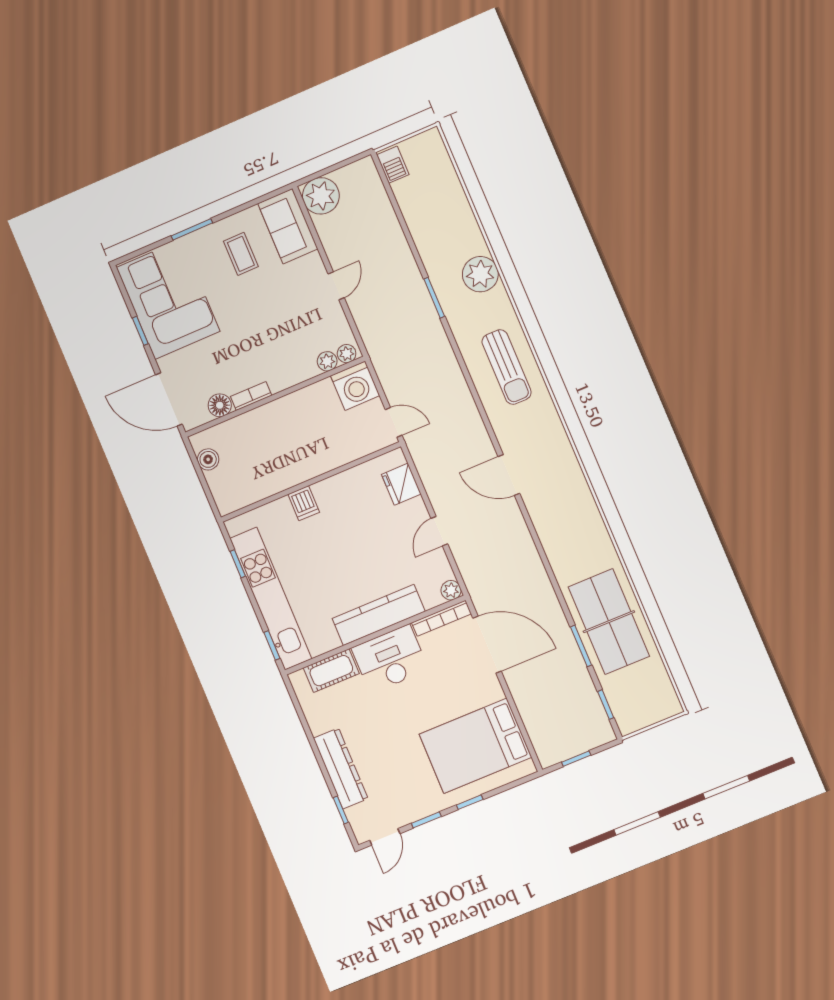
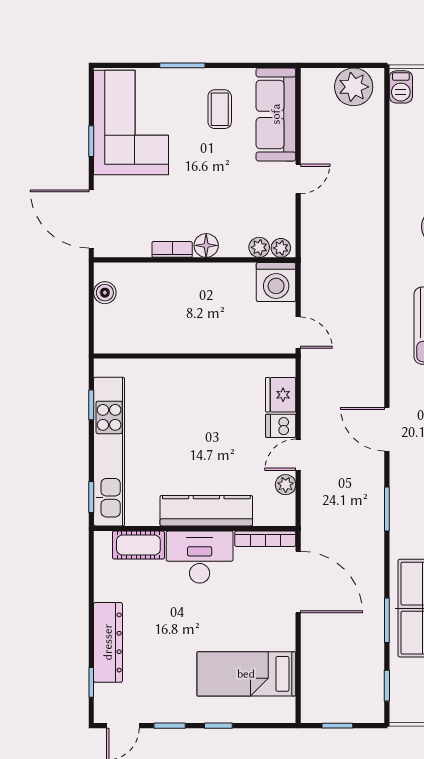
plant: (321, 196) -> (354, 87), moved
sofa: (288, 226) -> (276, 114), width x1.36
window: (434, 298) -> (387, 509), moved
floor lamp: (220, 405) -> (206, 245), moved
dishwasher: (304, 503) -> (281, 426), moved, turned 90
plant: (451, 590) -> (286, 485), moved
bed: (475, 746) -> (246, 674), width x0.67

